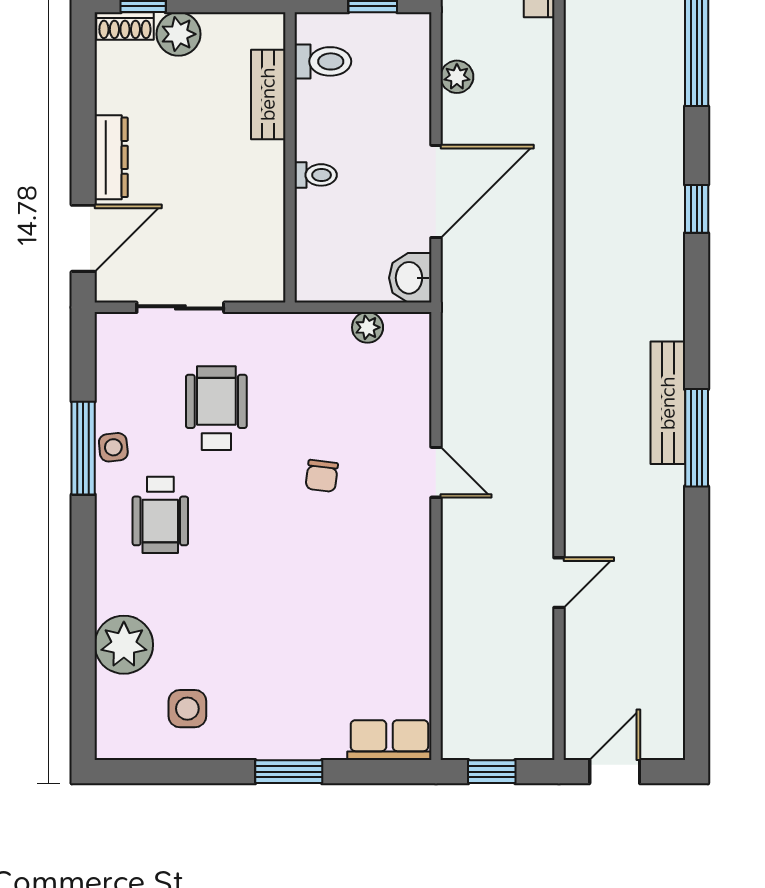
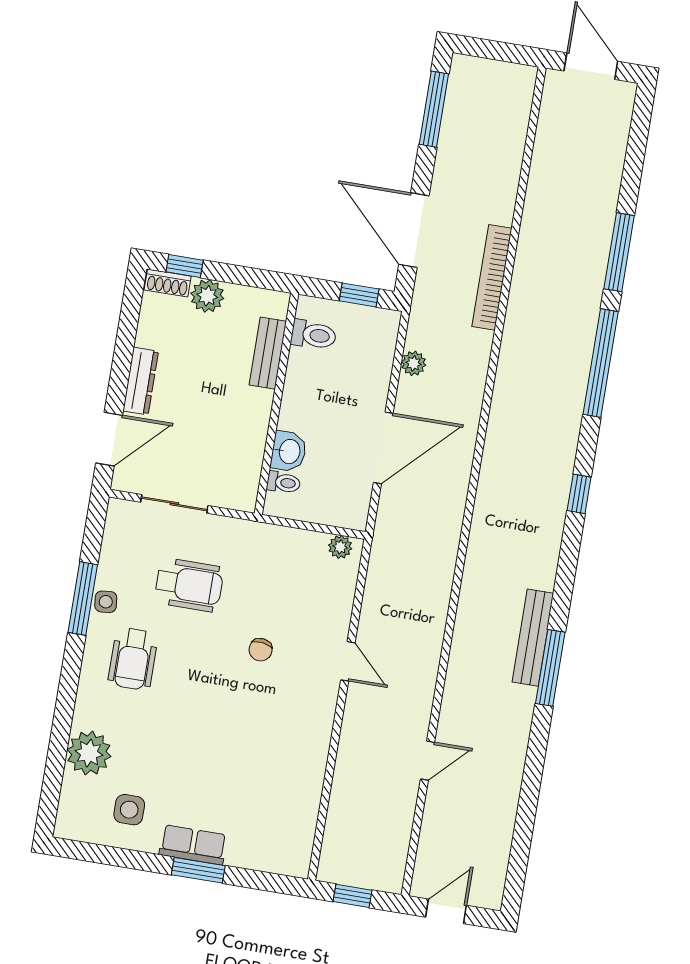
toilet: (316, 175) -> (283, 482), moved
washbasin: (410, 278) -> (289, 451), moved, turned 180
plant: (368, 327) -> (340, 547), moved
wheelchair: (216, 408) -> (189, 585), turned 90
row of seats: (389, 740) -> (193, 845), moved

